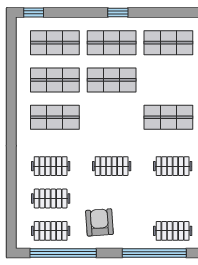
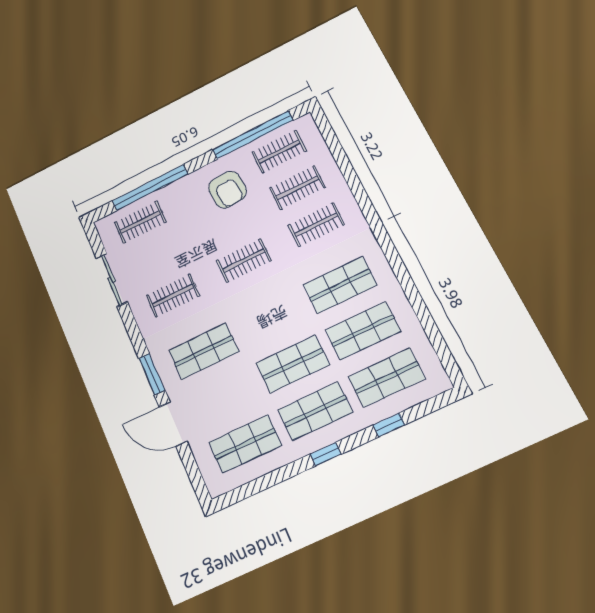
window: (34, 12) -> (389, 425), moved

